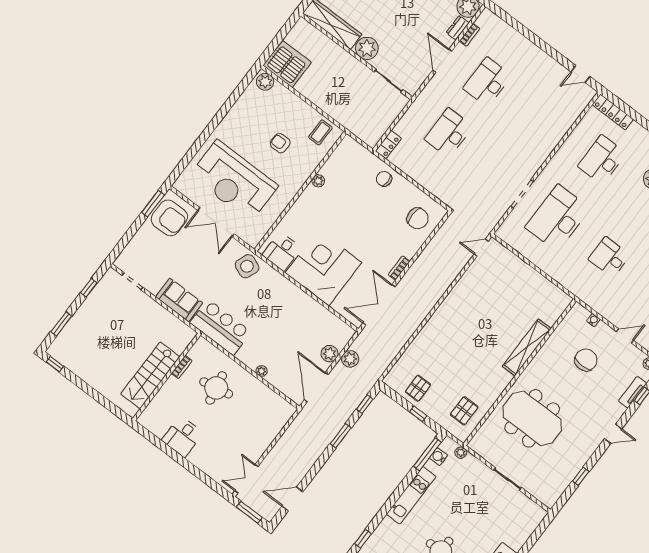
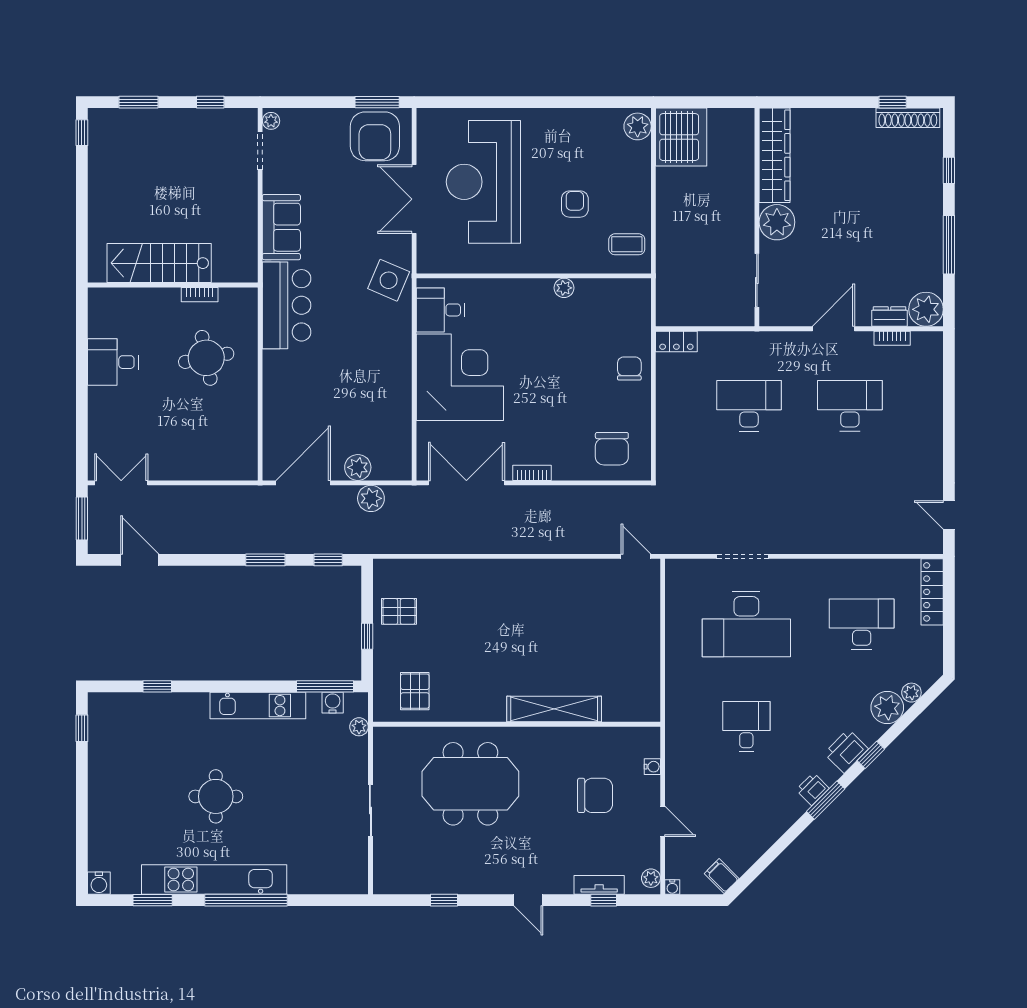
desk: (558, 218) -> (746, 624), turned 180
plant: (262, 371) -> (271, 121), moved
pallet: (464, 411) -> (415, 691), turned 90
meeting table: (532, 418) -> (470, 784), turned 90

